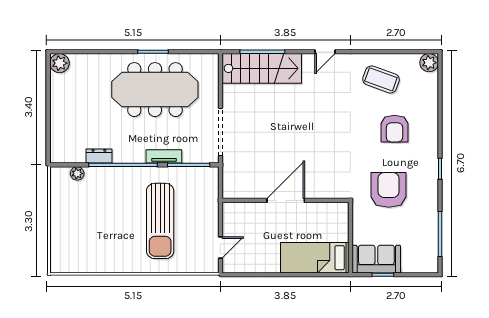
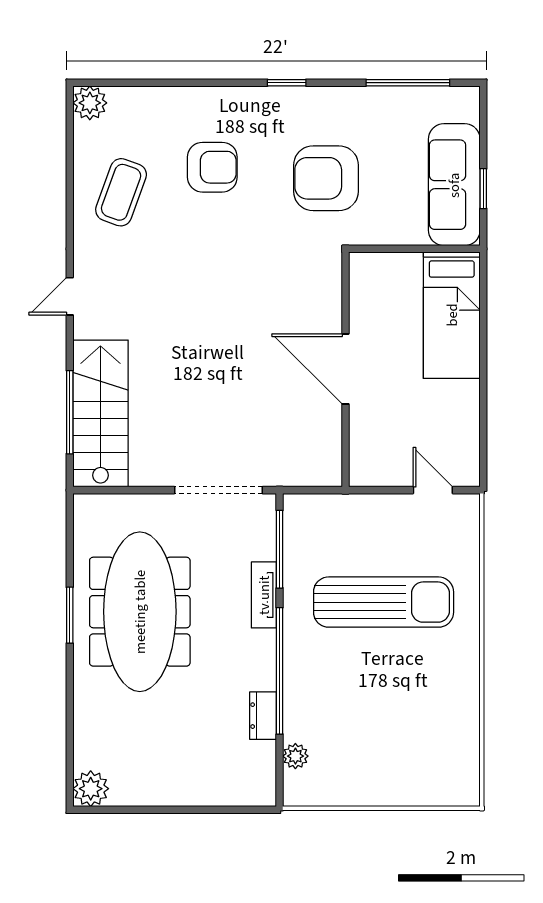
door: (325, 52) -> (70, 296), swing flipped
sofa: (376, 259) -> (454, 185), width x1.36

